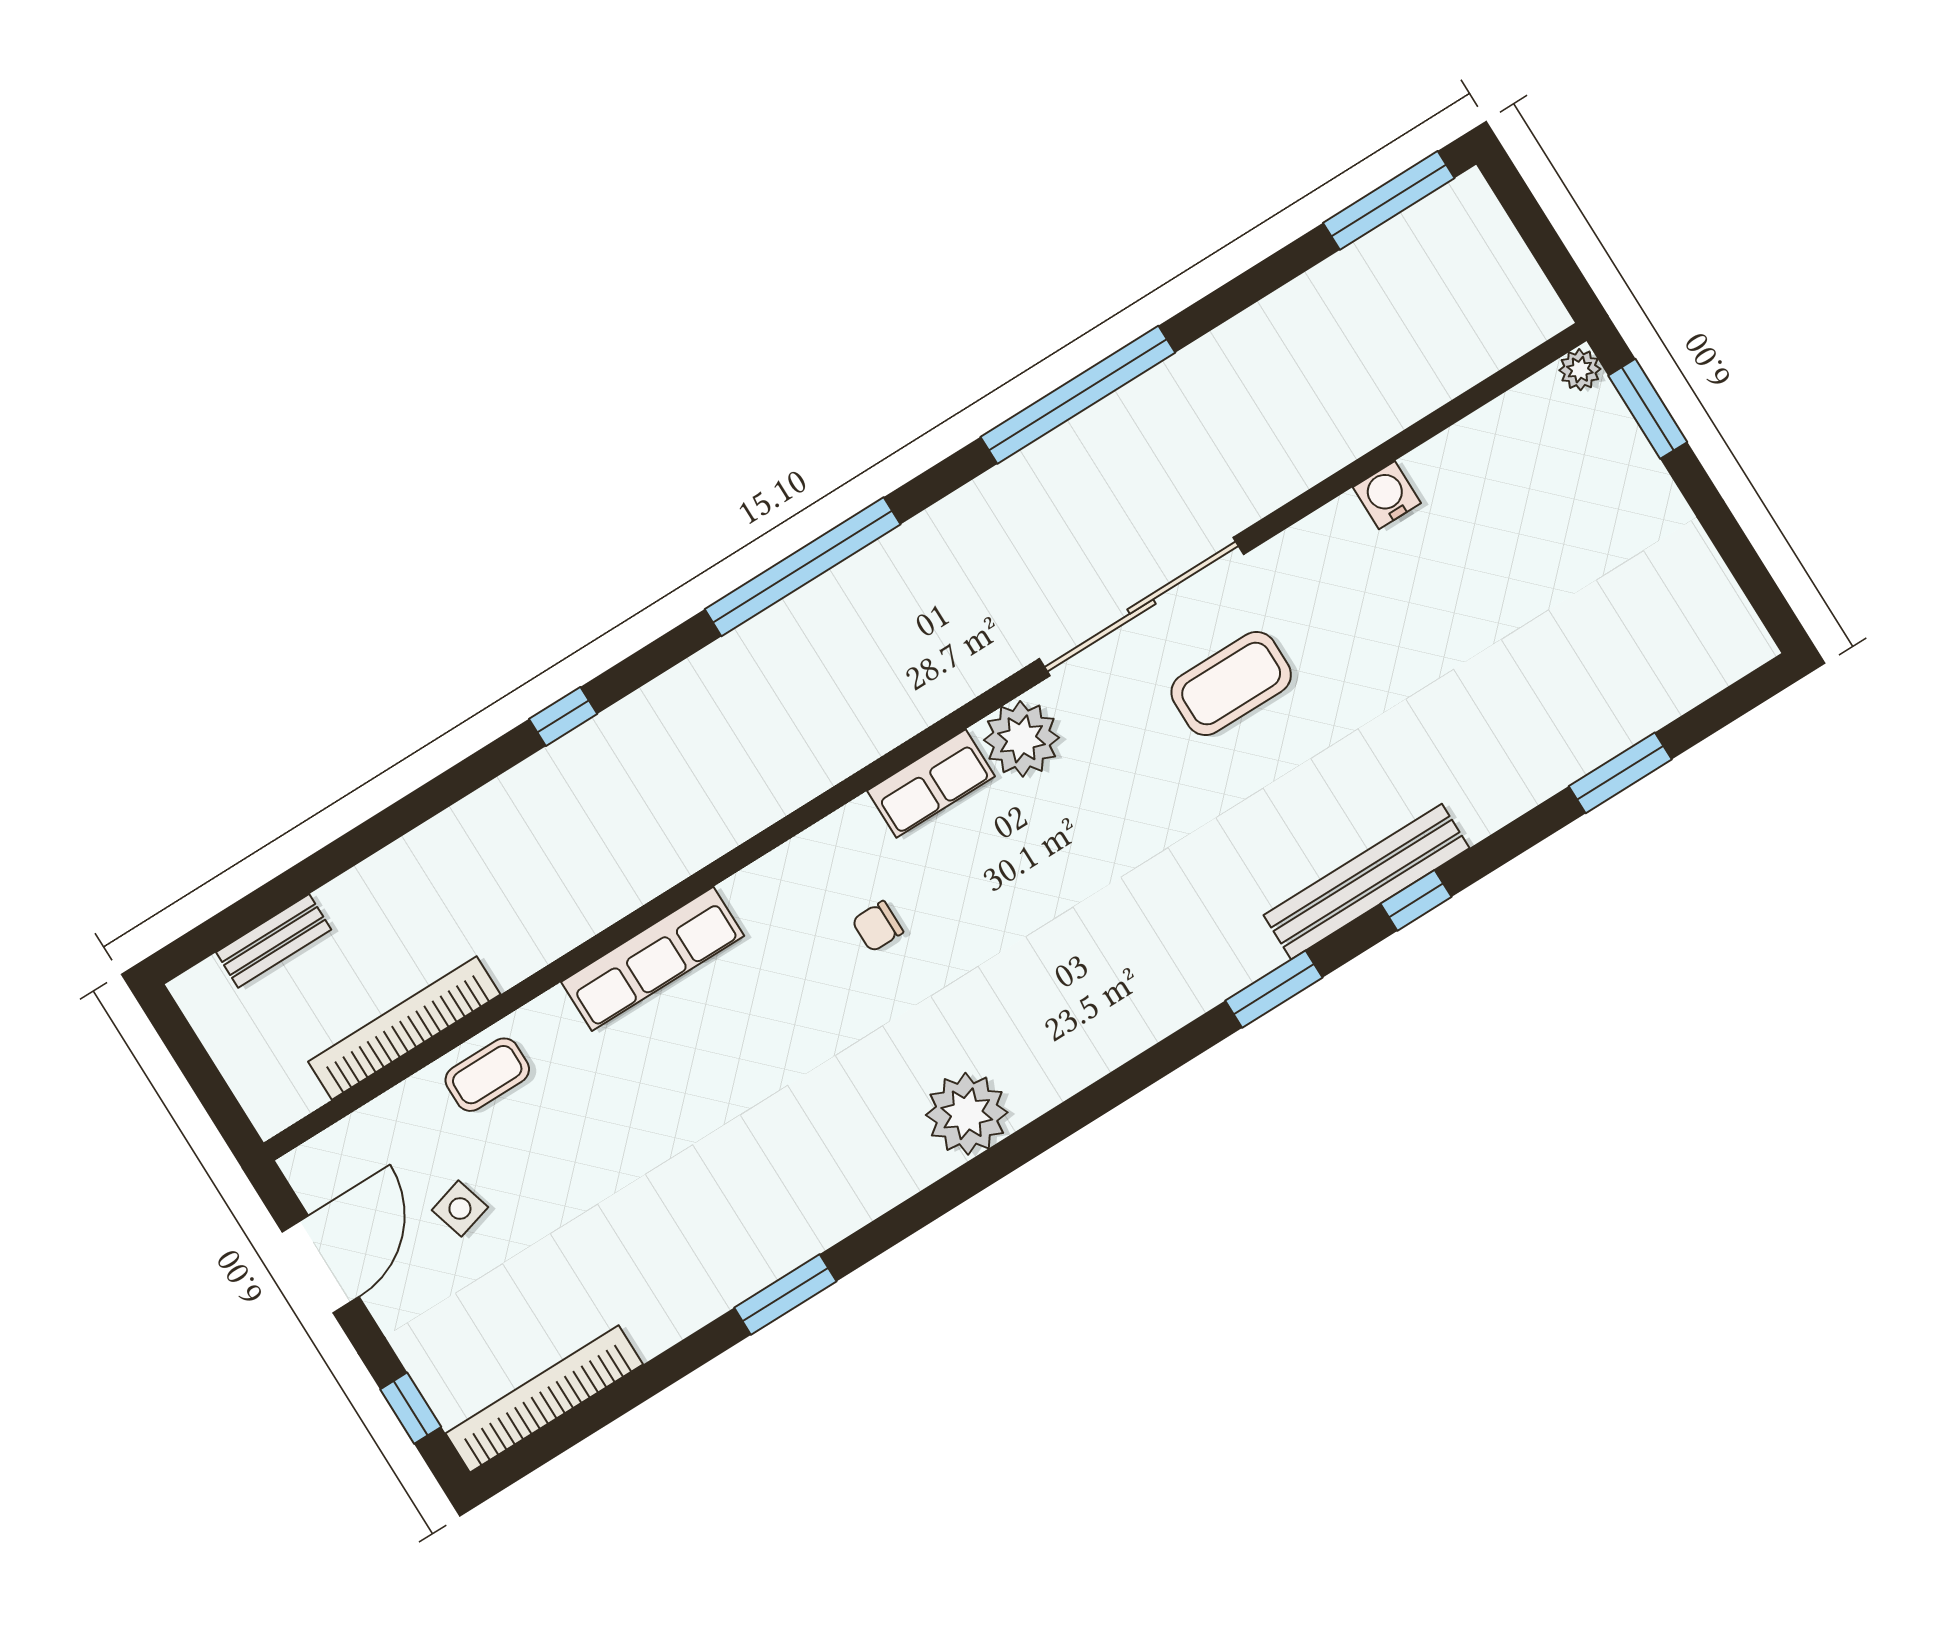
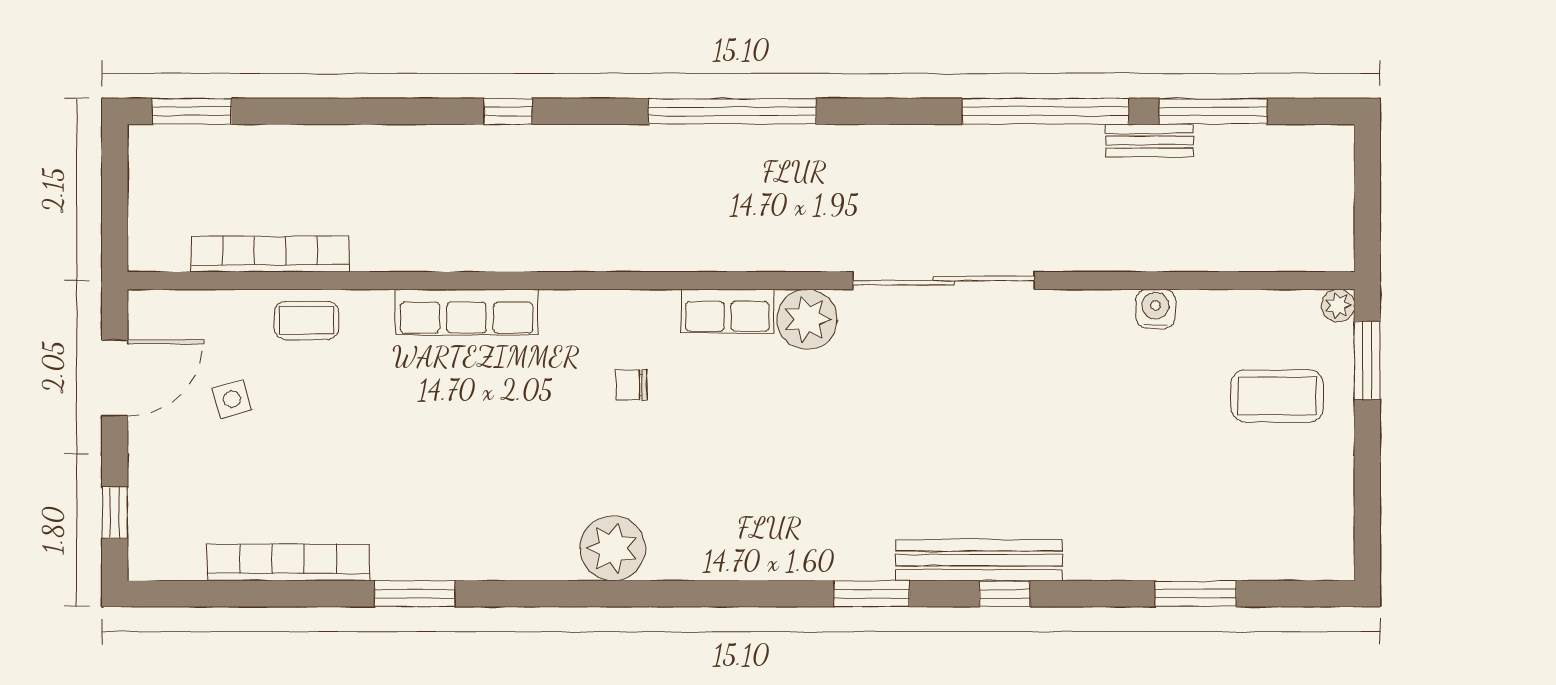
window: (1389, 200) -> (1213, 111), moved
window: (1078, 395) -> (1045, 111), moved
coffee table: (1231, 684) -> (1277, 396), moved
window: (225, 928) -> (192, 111), added
bench: (274, 941) -> (1149, 141), moved
bookcase: (544, 1399) -> (288, 563), moved

